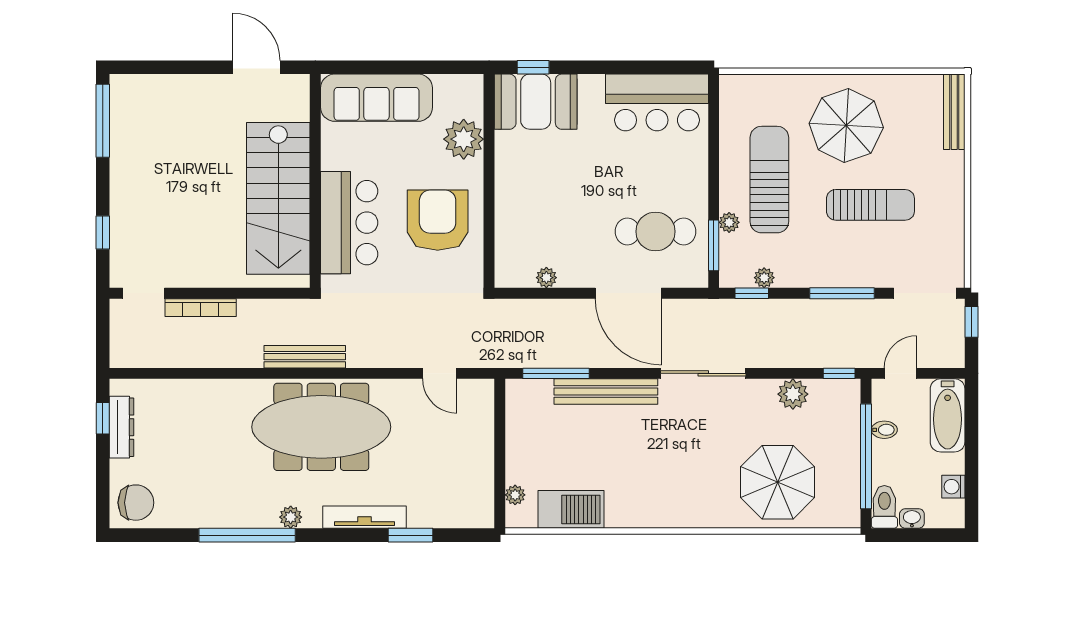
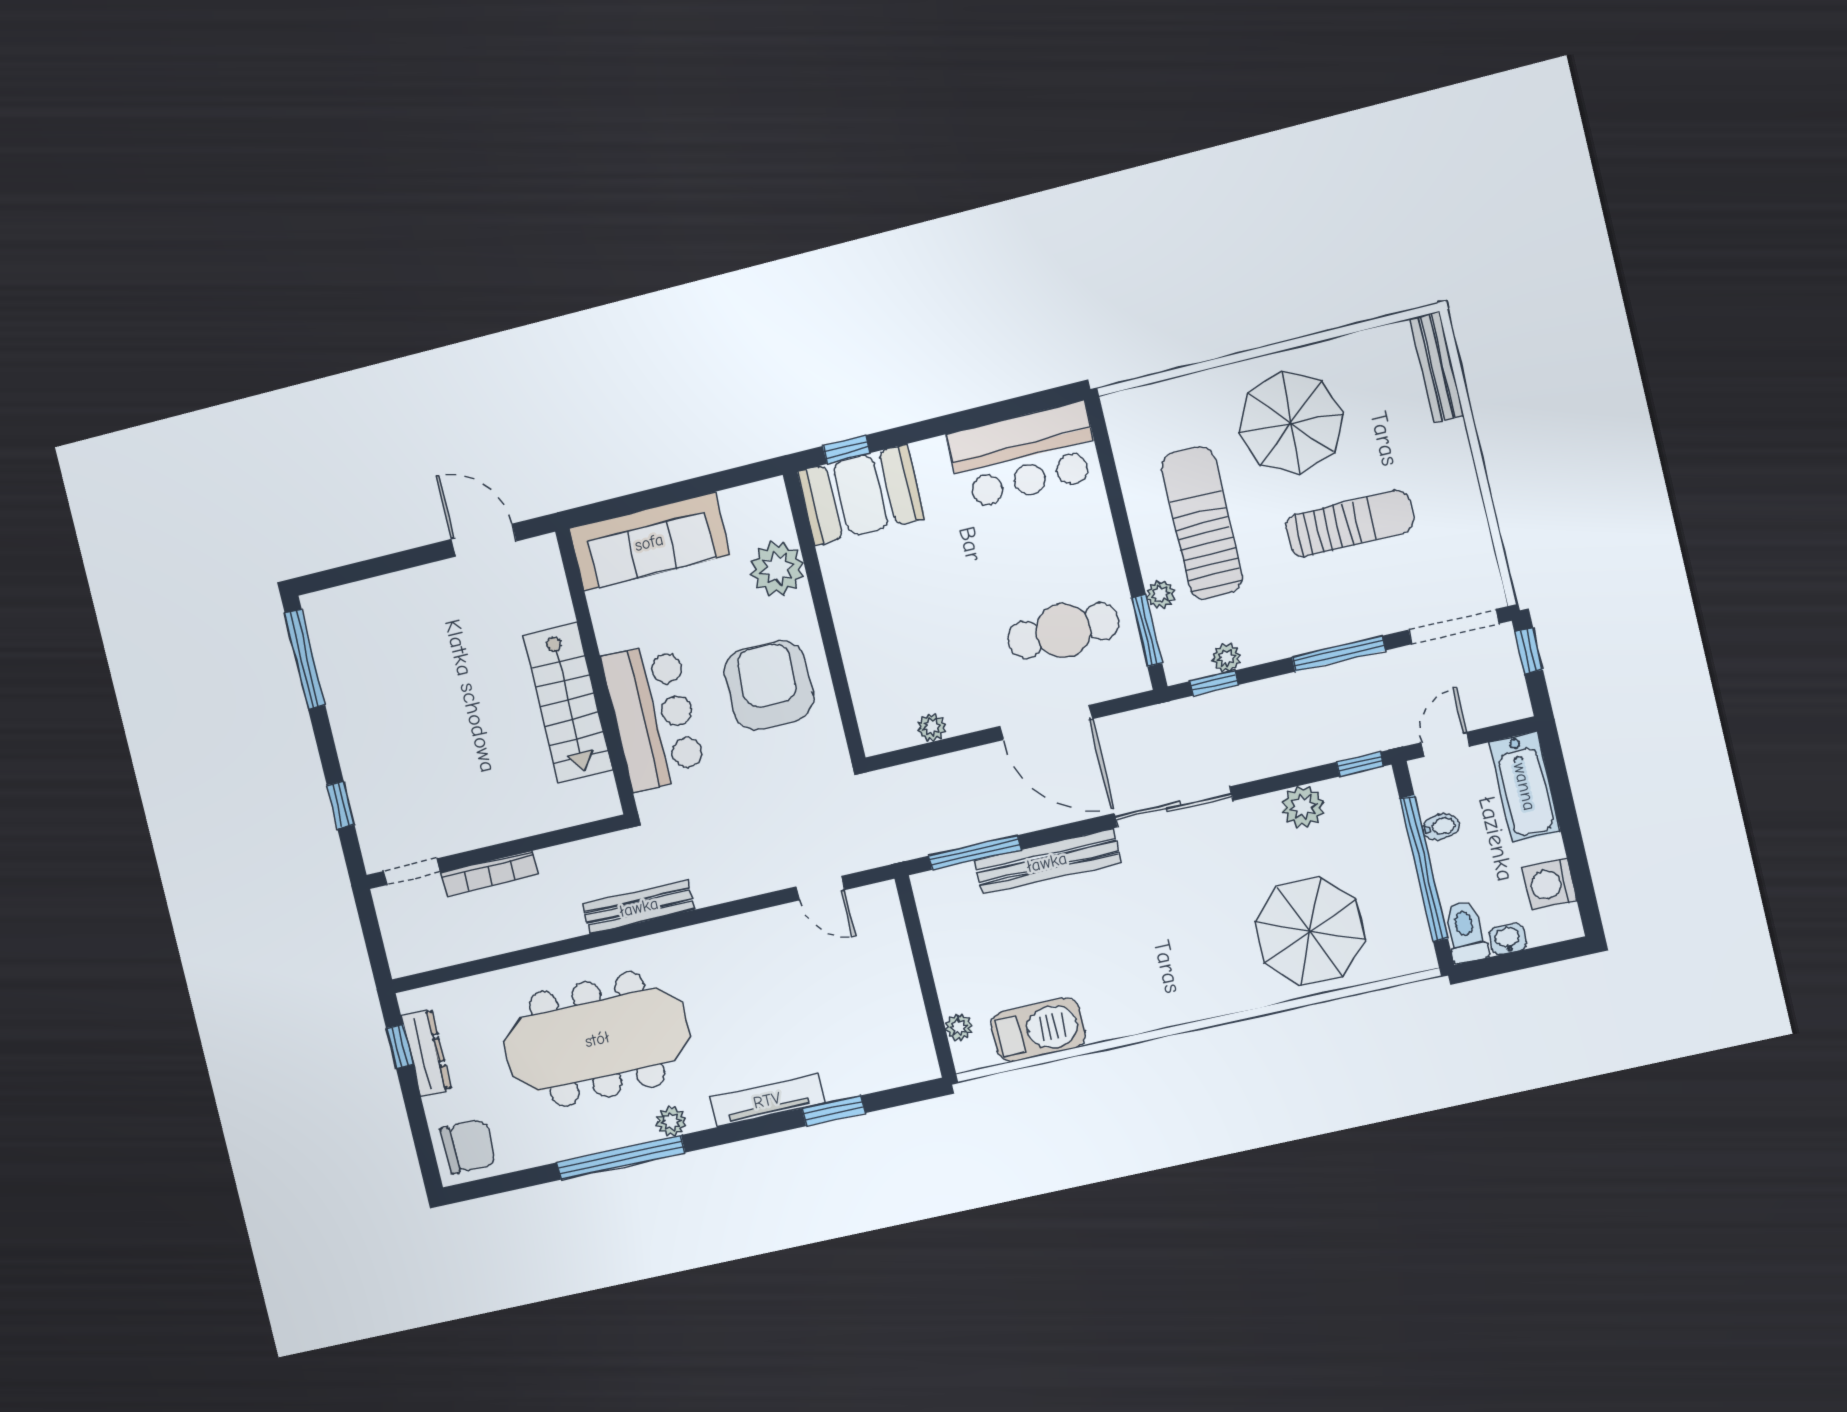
stairs: (278, 198) -> (568, 703), width x0.73, depth x0.66
meeting table: (321, 427) -> (597, 1039), moved
washing machine: (953, 487) -> (1550, 884), width x1.38, depth x1.38

